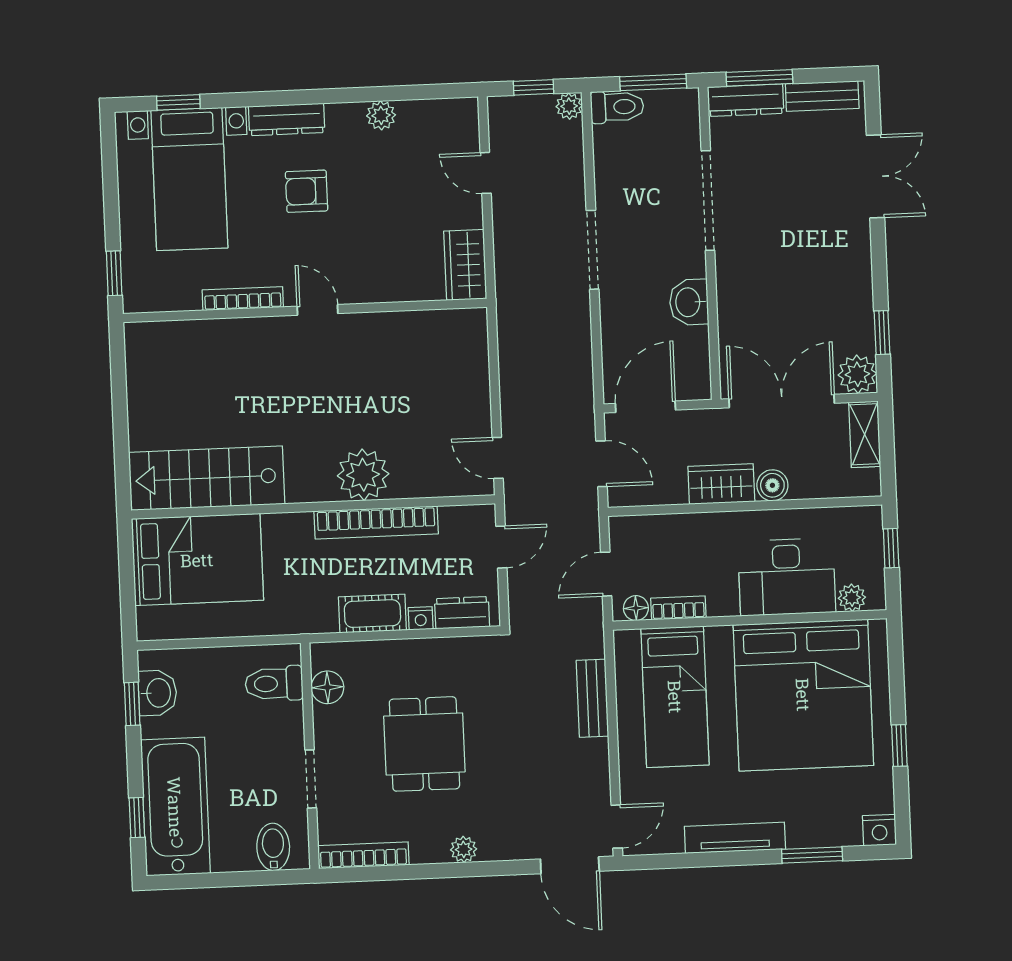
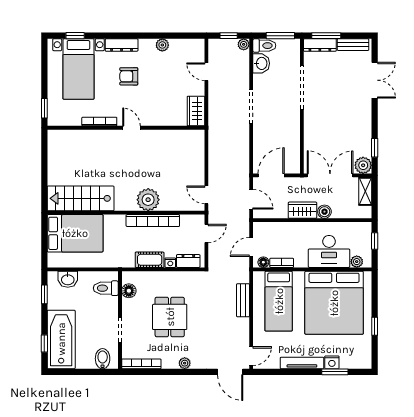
washbasin: (689, 302) -> (261, 63), moved, turned 180
washbasin: (158, 693) -> (68, 279), moved, turned 90
nightstand: (879, 830) -> (332, 362), moved

